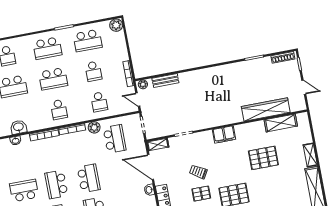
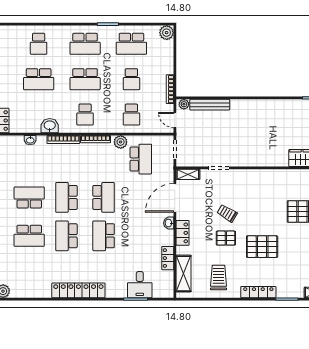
bench: (165, 81) -> (210, 105), width x1.36
washbasin: (19, 127) -> (50, 126), moved
filing cabinet: (224, 134) -> (264, 177), removed
door: (151, 167) -> (175, 198), hinge flipped

